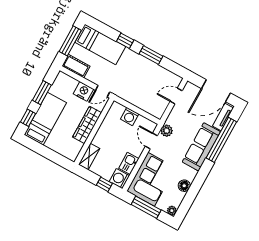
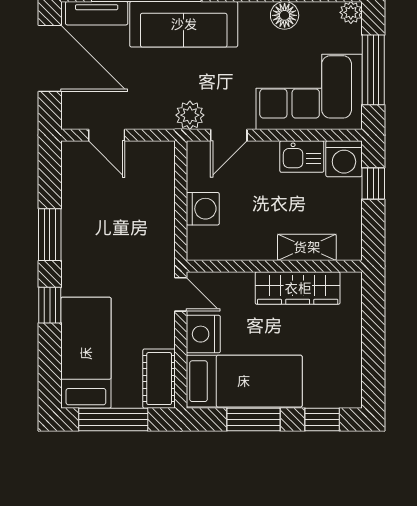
bed: (45, 119) -> (244, 381), moved, turned 180
wardrobe: (87, 125) -> (298, 288), moved
shelving: (89, 156) -> (307, 247), moved

